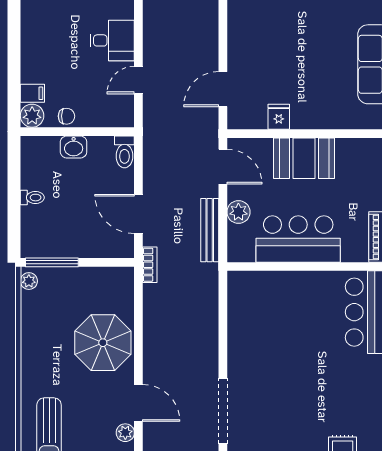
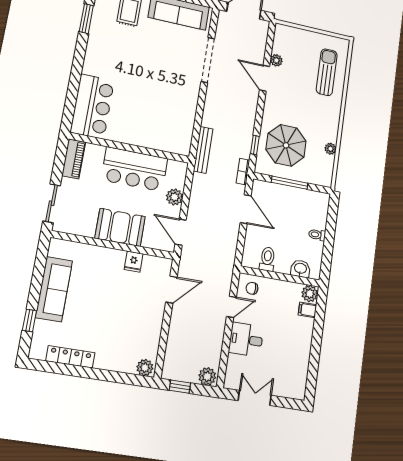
chair: (67, 116) -> (252, 288), moved
washbasin: (74, 147) -> (300, 269), moved
toilet: (124, 152) -> (267, 259), moved
bench: (210, 230) -> (203, 150), moved
window: (52, 262) -> (290, 183), moved
plant: (29, 281) -> (330, 149), moved
window: (138, 305) -> (255, 145), added
parasol: (103, 343) -> (286, 145), moved

